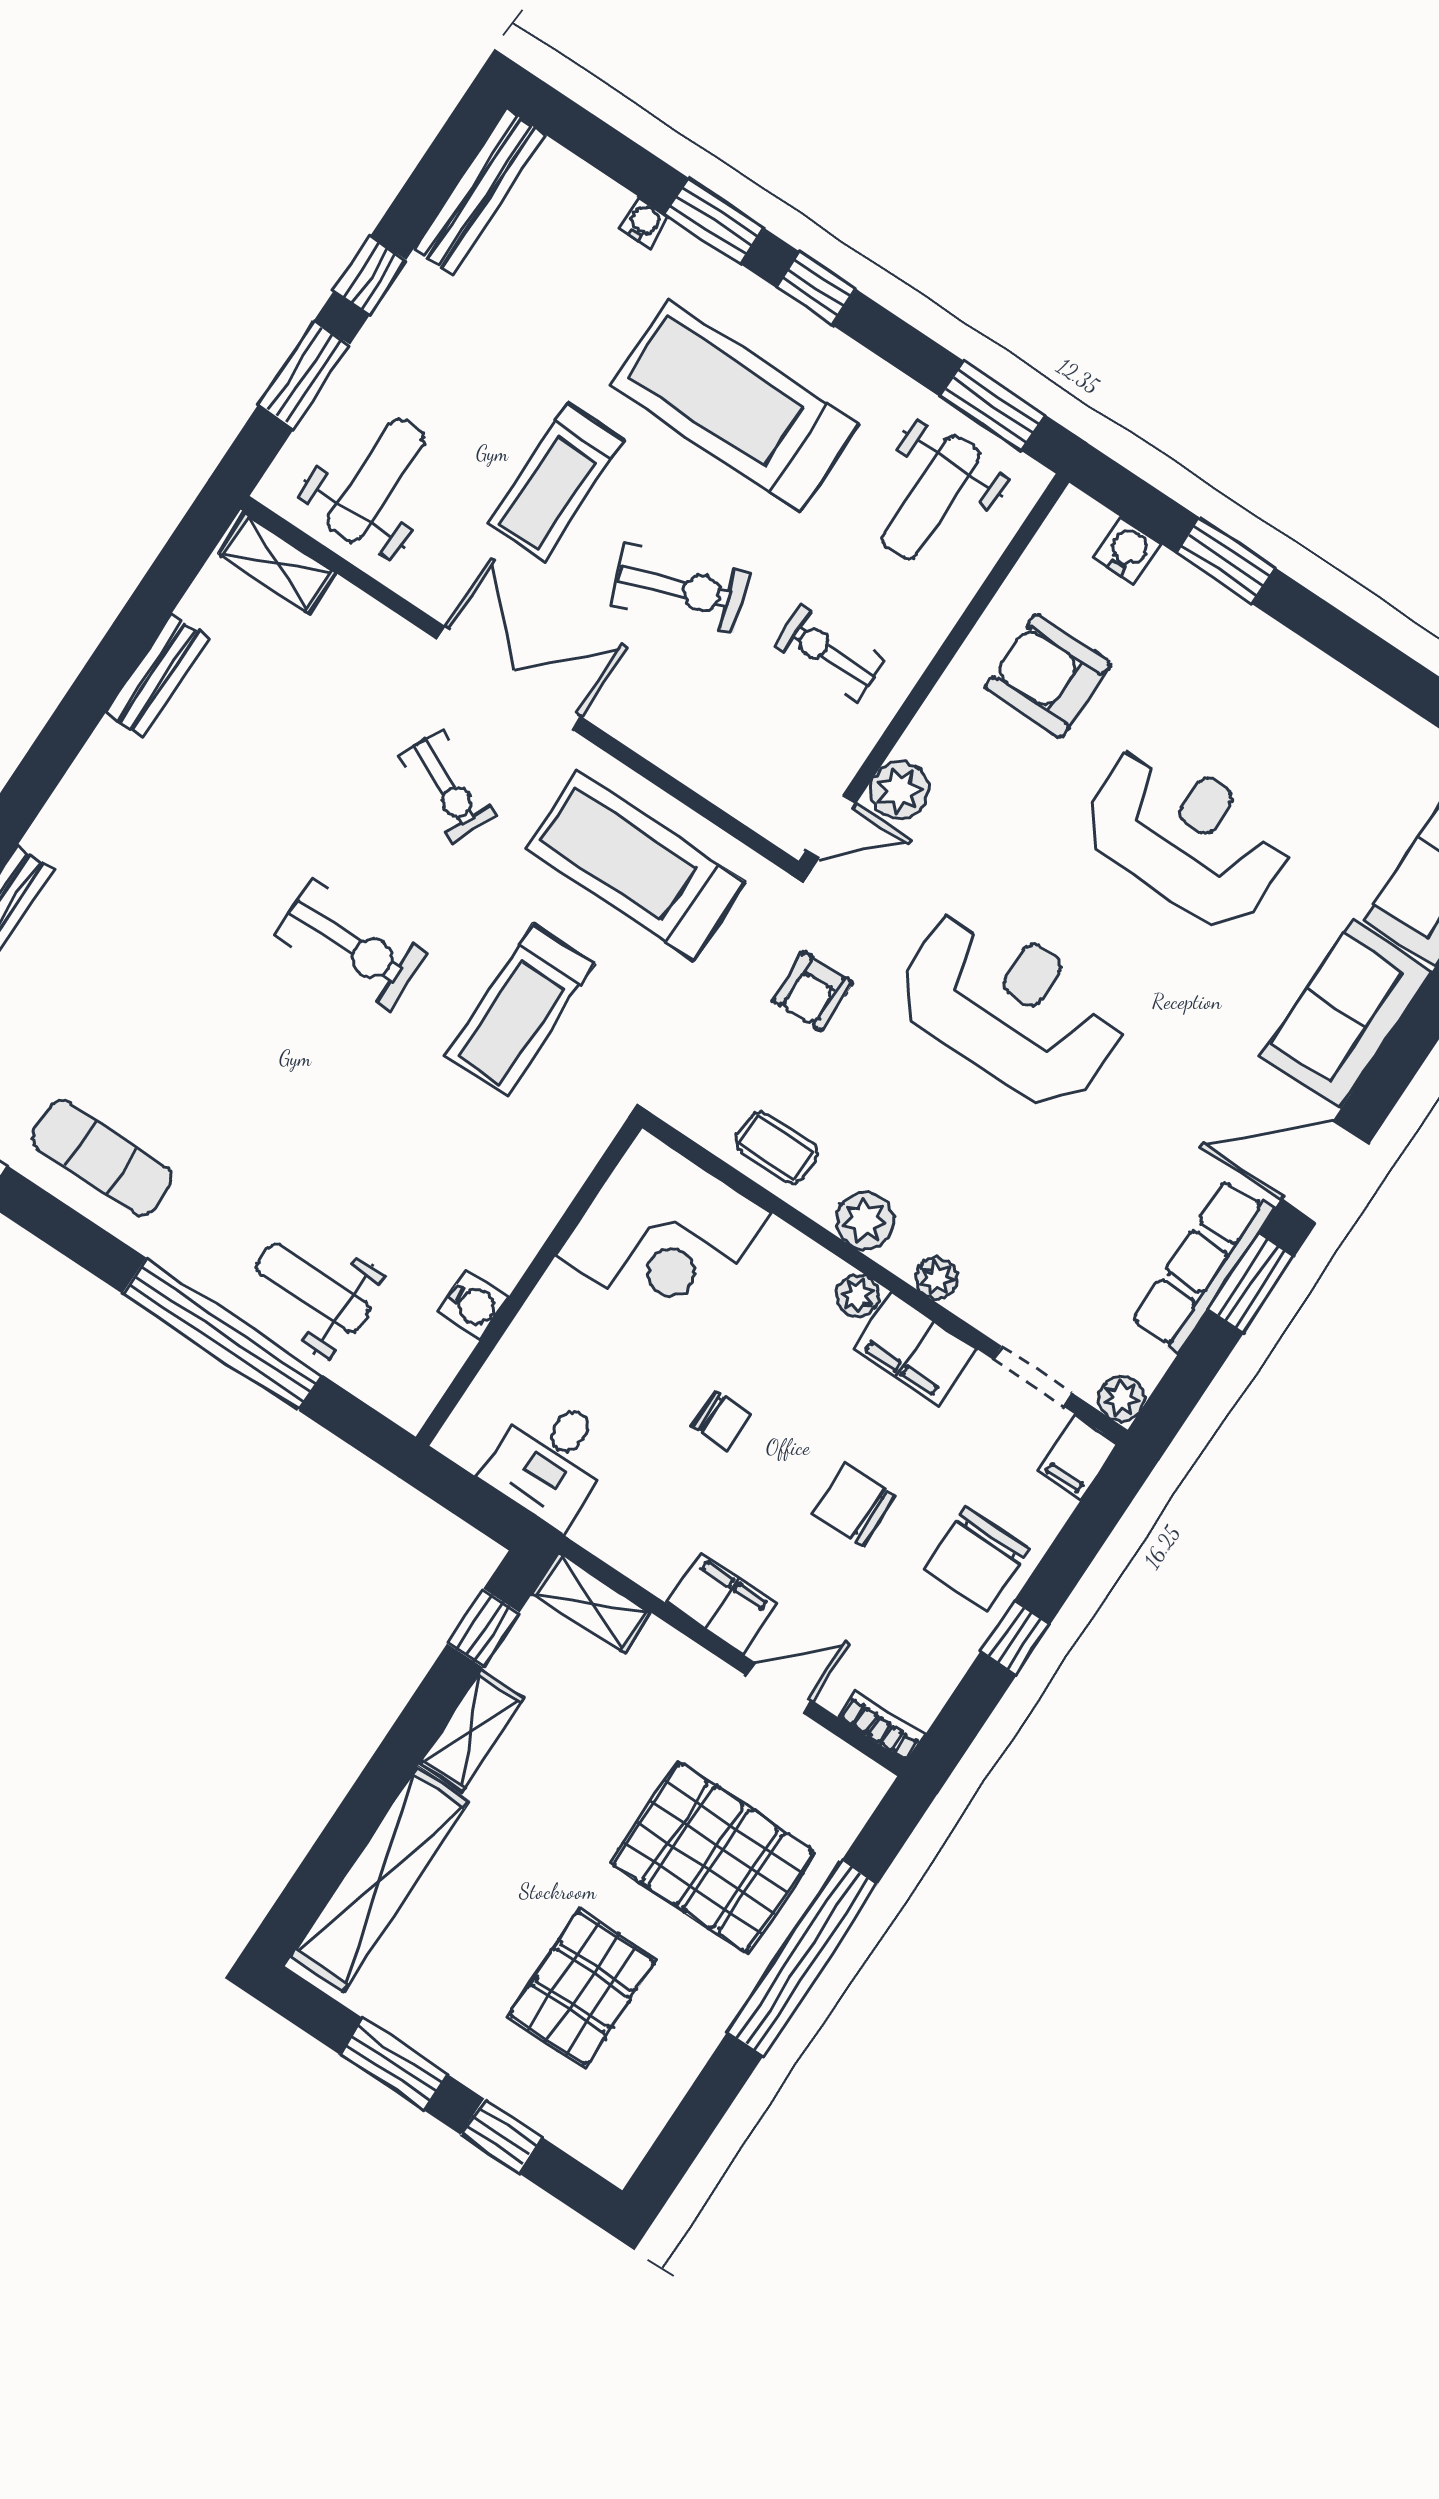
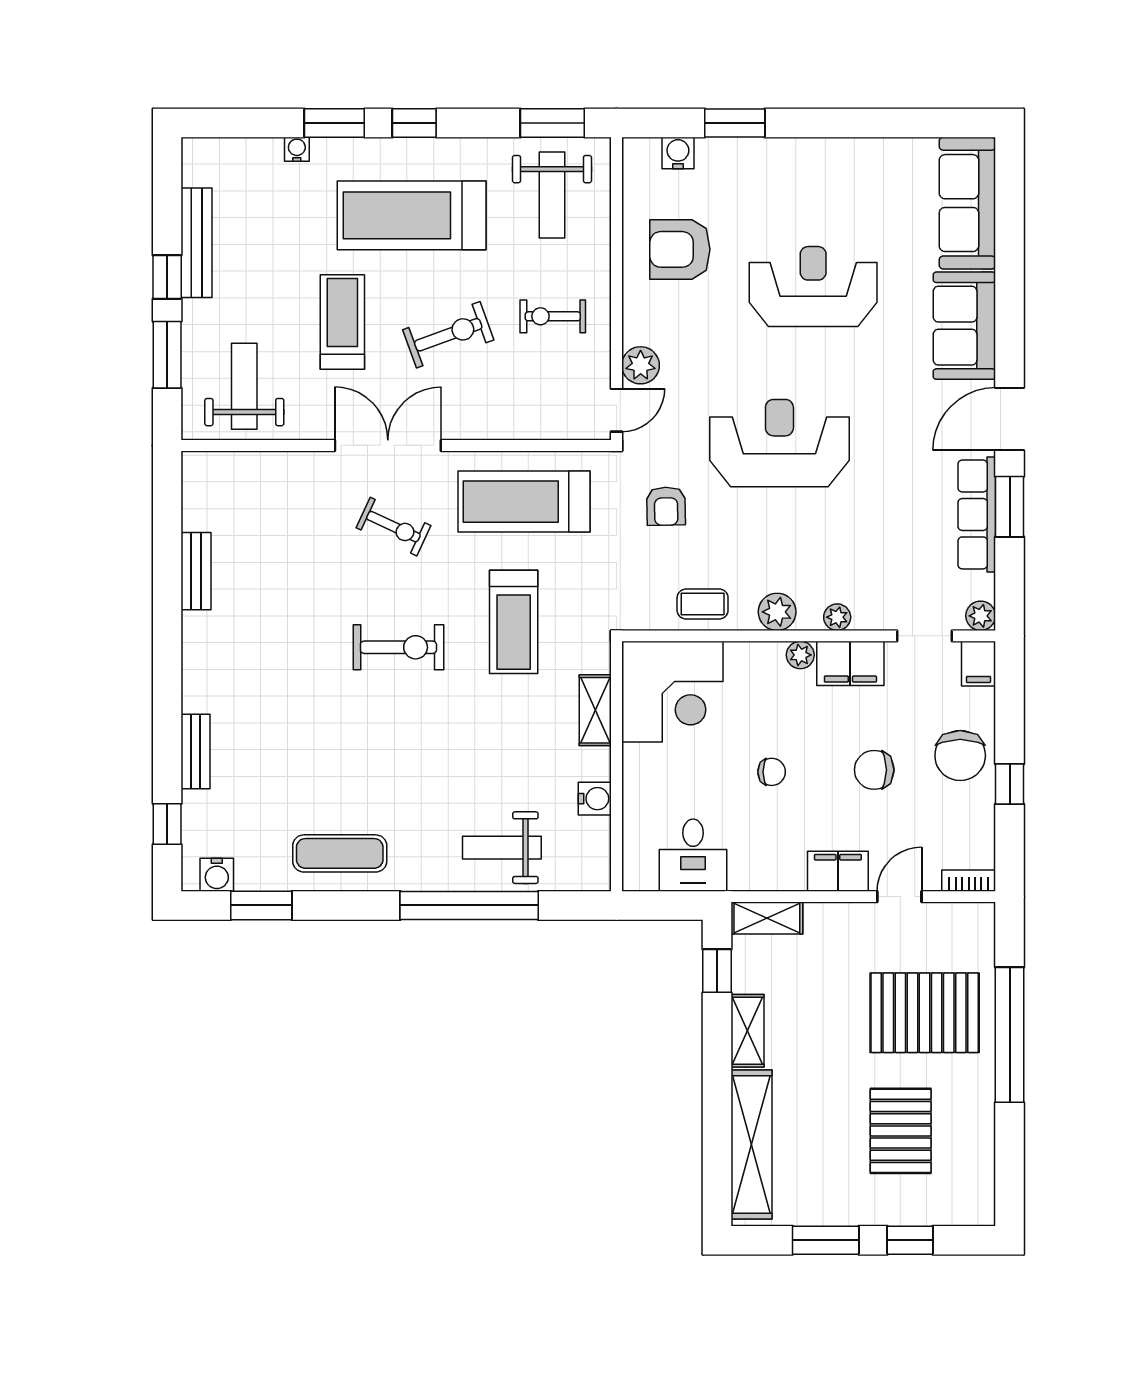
bench: (480, 192) -> (197, 243), moved
treadmill: (556, 482) -> (342, 322), turned 180
shelving: (277, 563) -> (595, 710), moved, turned 90

